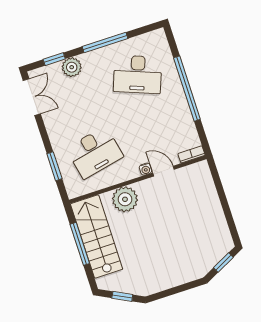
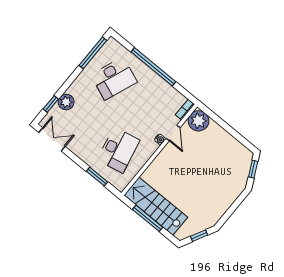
window: (105, 43) -> (93, 53), moved
door: (164, 171) -> (173, 133), swing flipped
plant: (125, 199) -> (198, 121), moved

